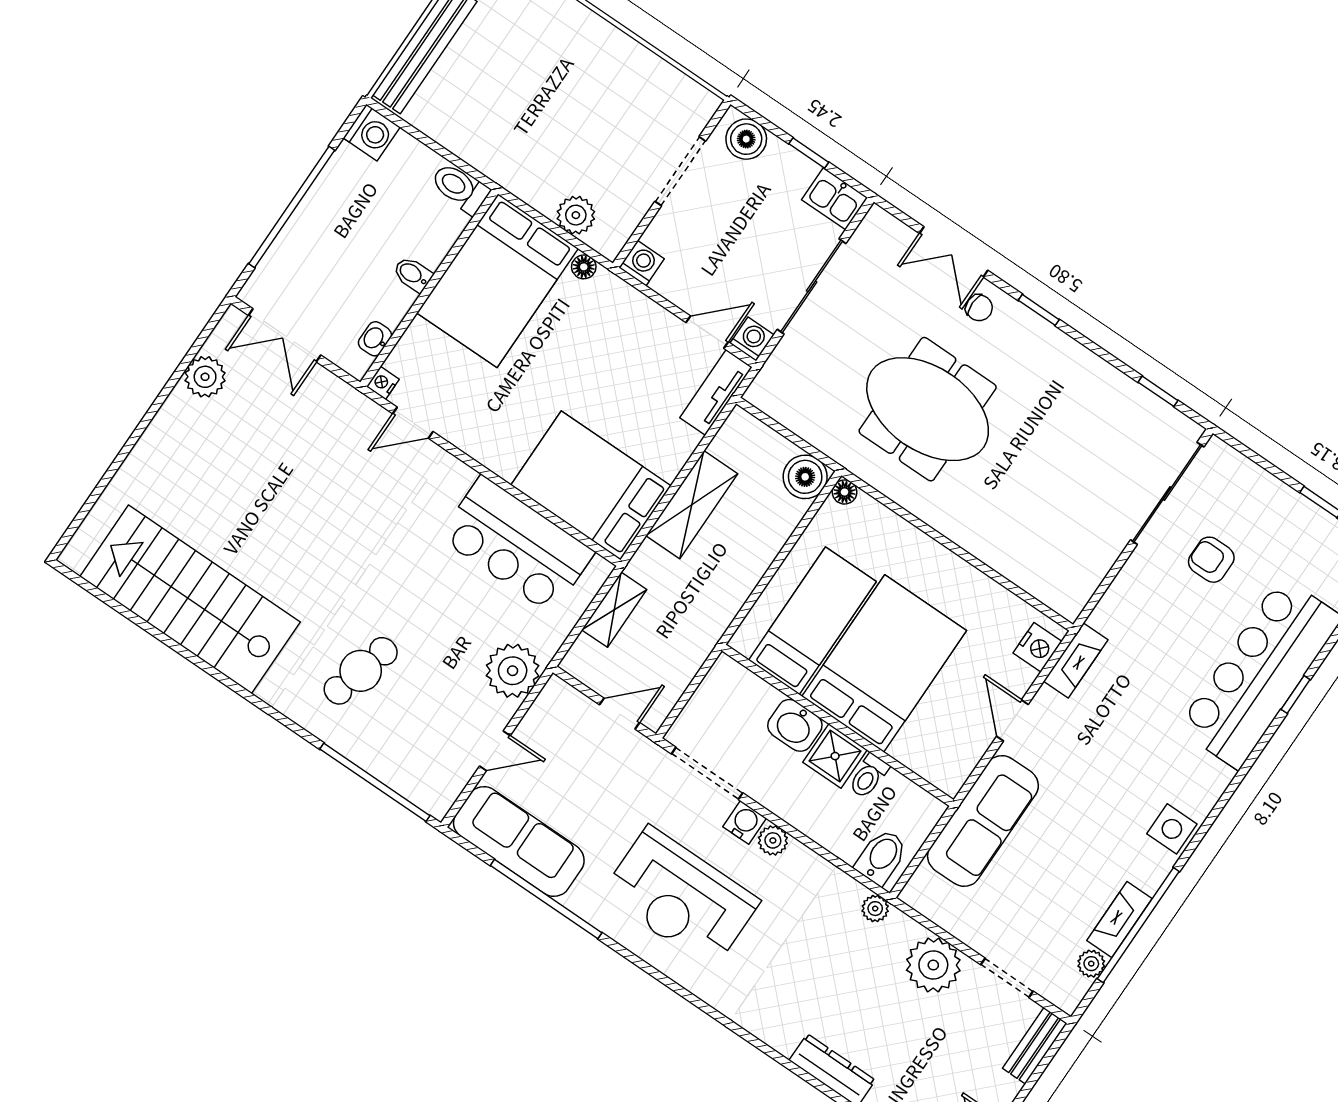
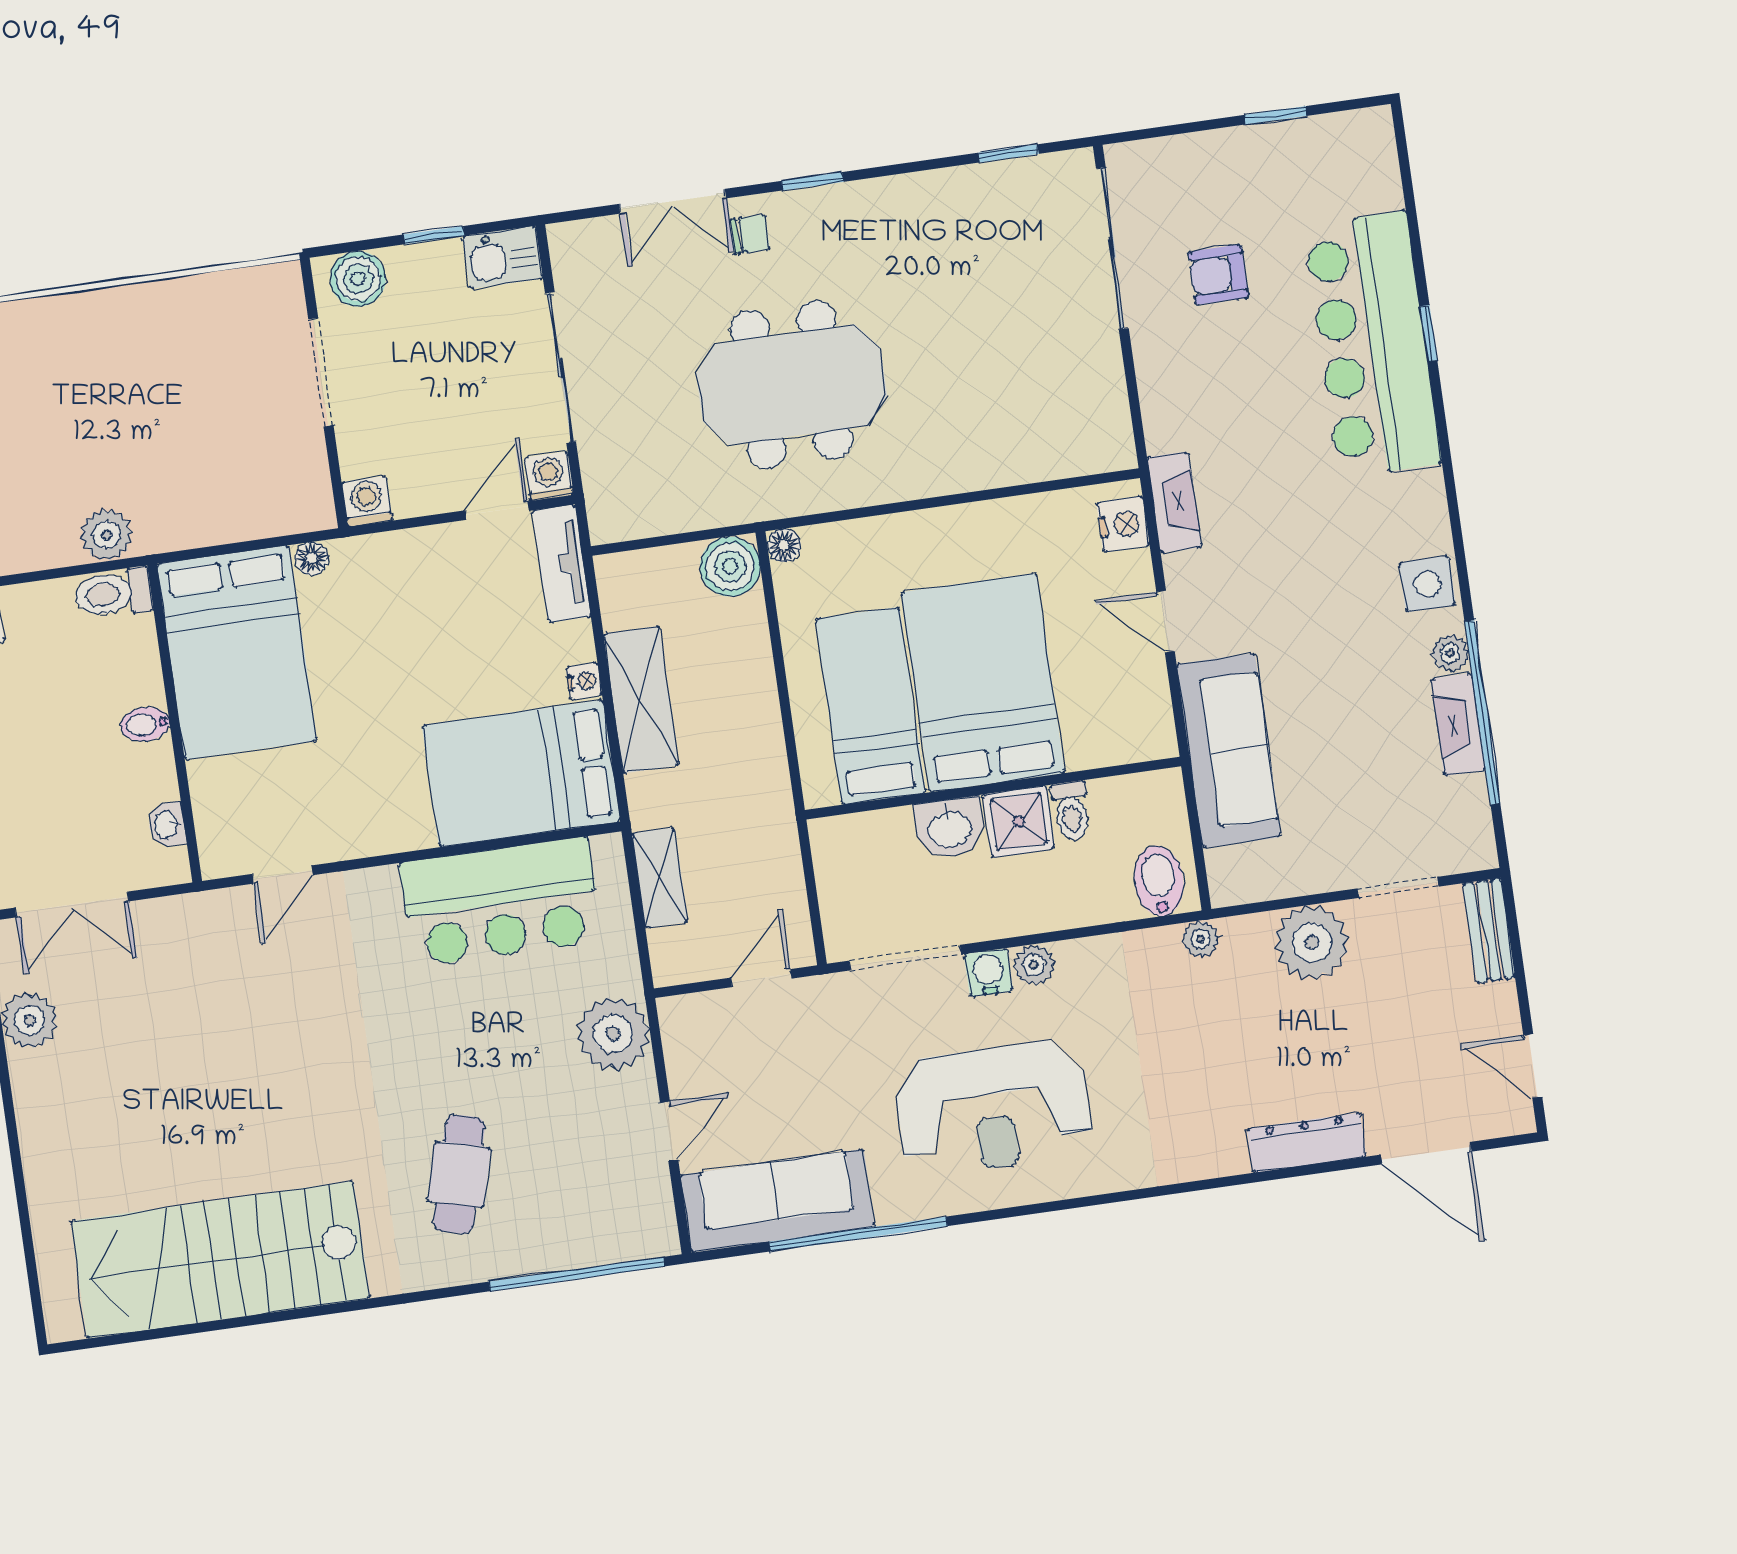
plant: (576, 215) -> (106, 535), moved
nightstand: (383, 383) -> (584, 681), moved, turned 180
plant: (1091, 964) -> (1450, 653), moved

